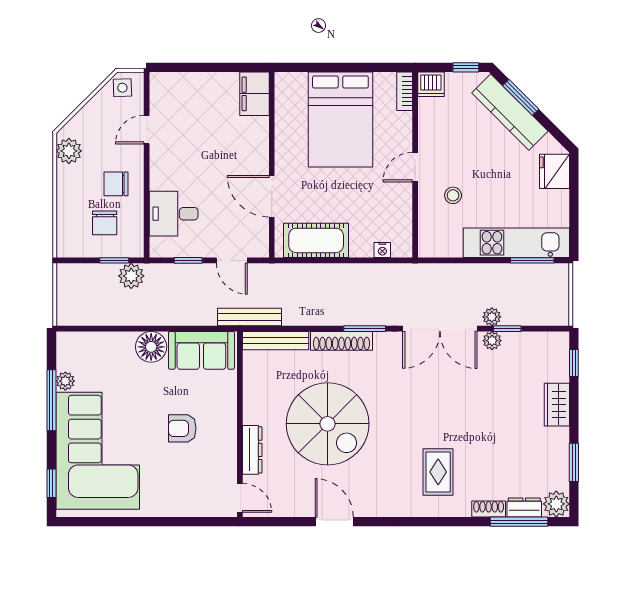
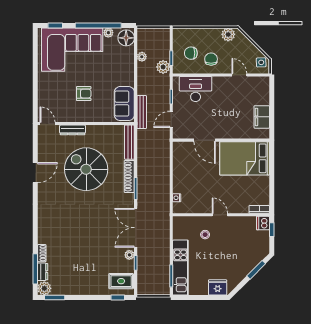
window: (466, 67) -> (272, 230), moved
filing cabinet: (254, 94) -> (262, 117), moved, turned -90
kitchen counter: (510, 112) -> (248, 264), removed
bed: (340, 120) -> (245, 158), moved
door: (272, 196) -> (205, 140), swing flipped
desk: (174, 214) -> (196, 89), width x1.37
cot: (316, 240) -> (182, 163), removed
bench: (249, 317) -> (142, 112), moved
plant: (492, 317) -> (142, 57), moved
floor lamp: (151, 347) -> (126, 38), moved
window: (51, 400) -> (98, 25), width x1.46
wardrobe: (557, 405) -> (96, 289), removed
spiral stairs: (328, 424) -> (86, 169), turned 90
armchair: (182, 428) -> (84, 94), turned 90
window: (574, 462) -> (55, 298), moved
rug: (438, 472) -> (121, 281), moved
door: (240, 498) -> (48, 124), swing flipped

